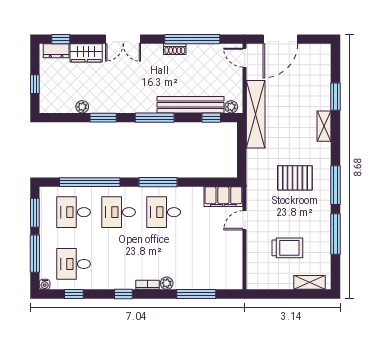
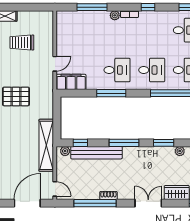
window: (158, 182) -> (111, 93), moved

